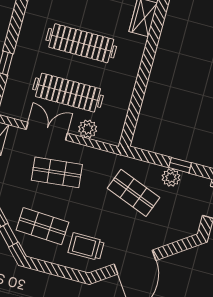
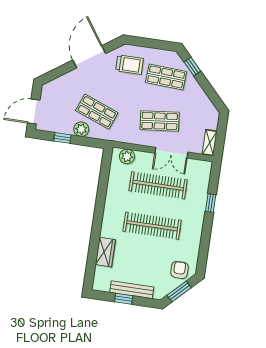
plant: (88, 129) -> (127, 156), moved
plant: (171, 178) -> (81, 129), moved

